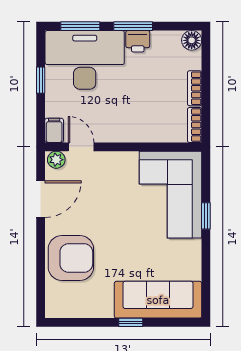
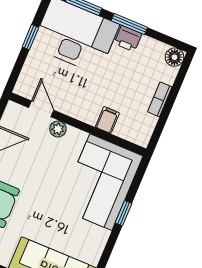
bookcase: (195, 125) -> (147, 131), removed
filing cabinet: (54, 130) -> (107, 120), moved
plant: (56, 160) -> (58, 129), moved

